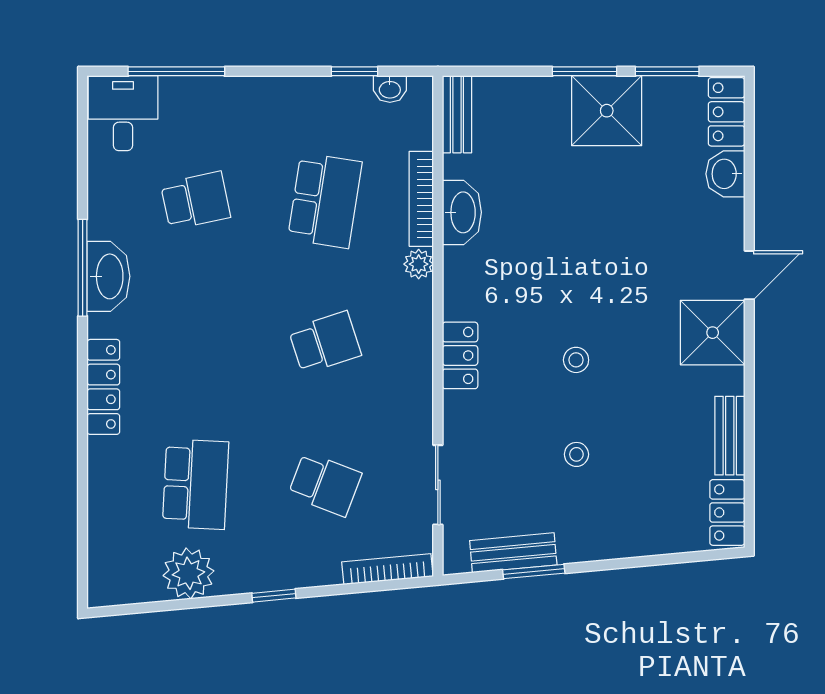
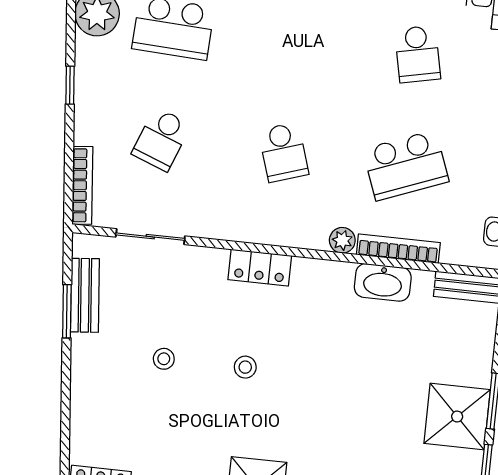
school desk: (325, 201) -> (406, 165), turned -30

